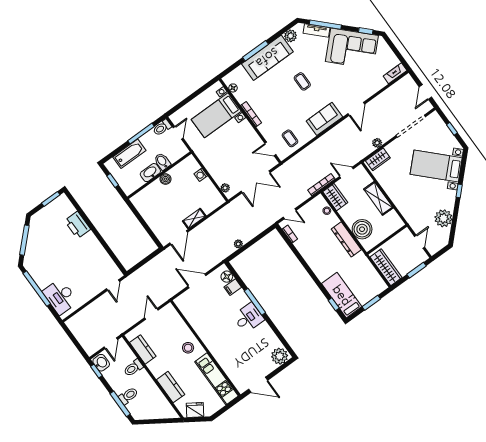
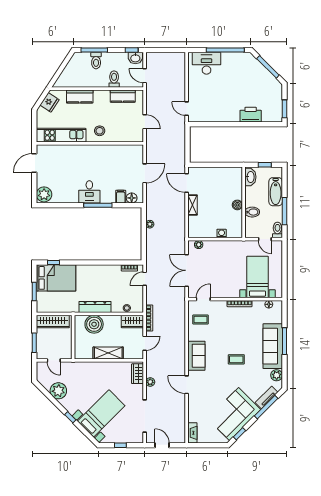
washbasin: (150, 173) -> (250, 177), moved
bed: (342, 295) -> (56, 278), width x1.50

